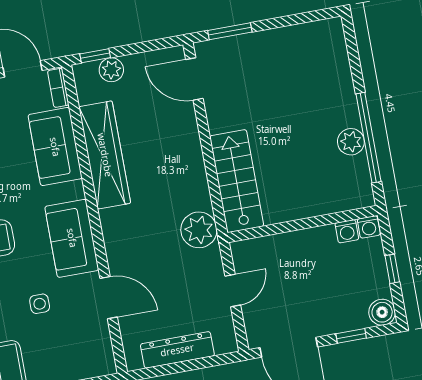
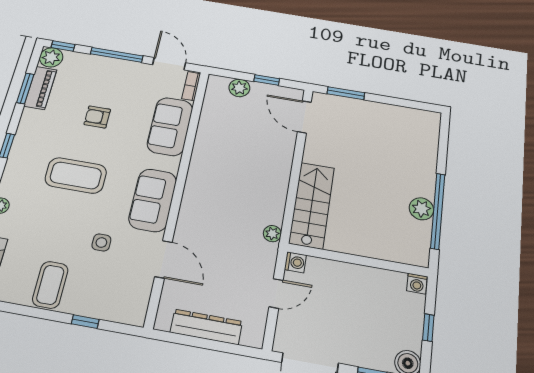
window: (95, 56) -> (267, 80), moved
wardrobe: (105, 155) -> (208, 147), removed
plant: (199, 230) -> (272, 234), width x0.53, depth x0.53
washing machine: (347, 231) -> (295, 262), moved, turned -90

